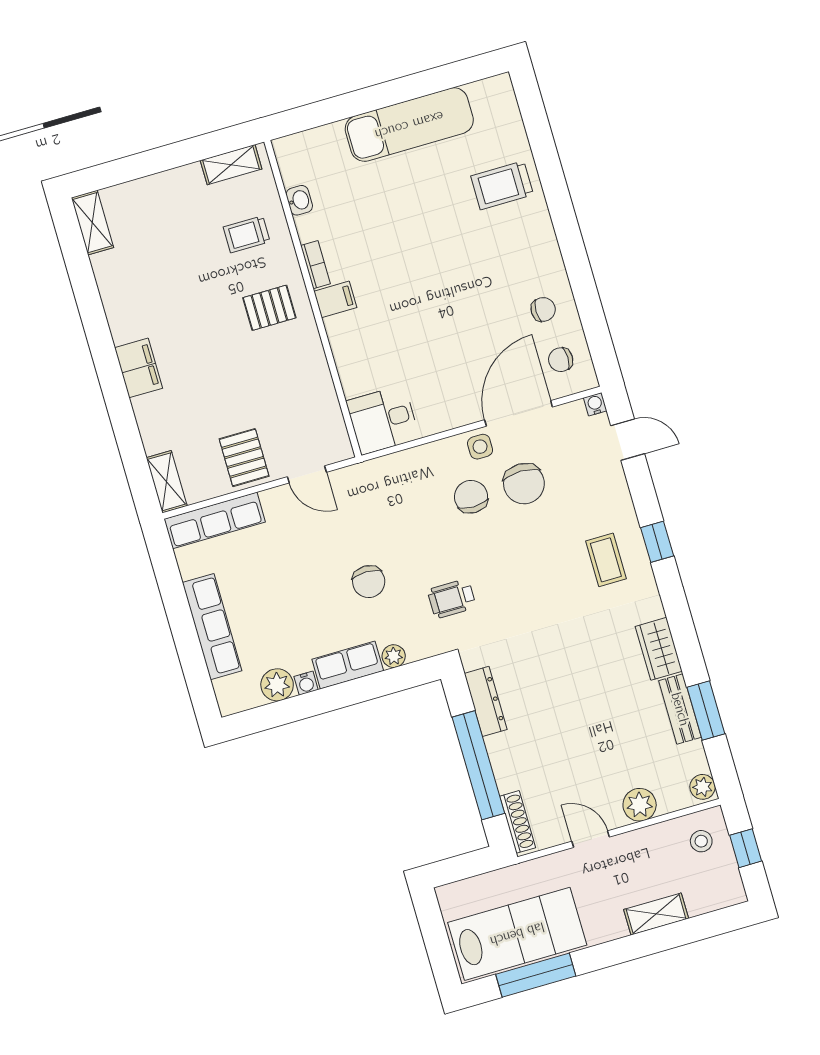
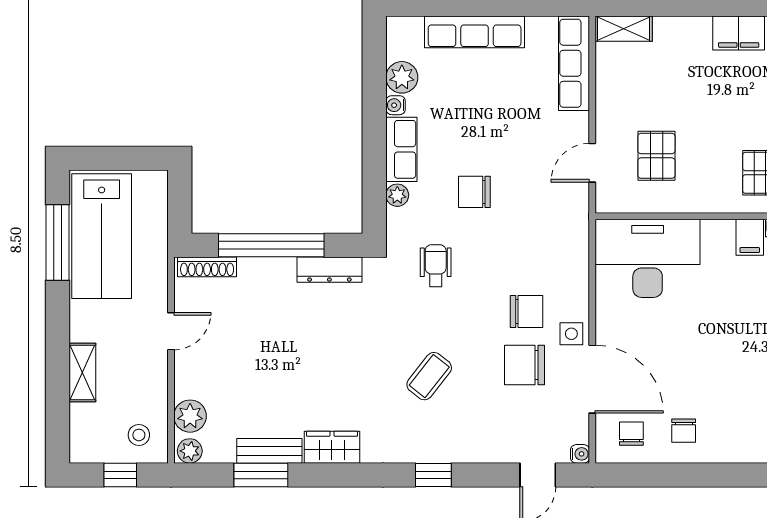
desk: (383, 420) -> (648, 258), width x1.87, depth x1.30
pallet: (244, 458) -> (656, 156), moved, turned 90
coffee table: (606, 560) -> (429, 376), moved, turned -52
plant: (640, 805) -> (190, 416), moved

